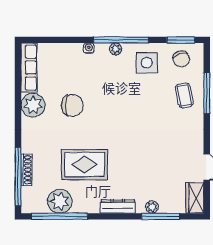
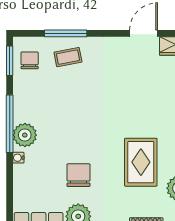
plant: (116, 49) -> (25, 135), width x1.88, depth x1.88
chair: (181, 59) -> (30, 60), turned -73
side table: (147, 63) -> (34, 97), removed

